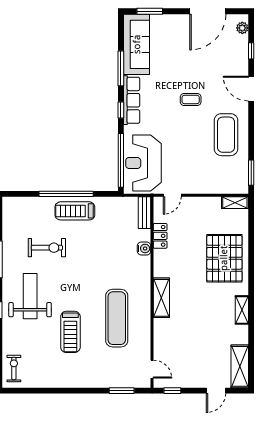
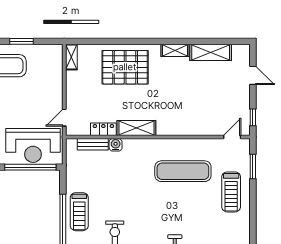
window: (251, 173) -> (21, 41), moved
door: (172, 195) -> (64, 118), swing flipped
bench: (145, 213) -> (93, 144), moved
shelving: (161, 298) -> (136, 128), moved
treadmill: (70, 332) -> (231, 192), moved, turned 90
shelving: (240, 366) -> (211, 52), moved

